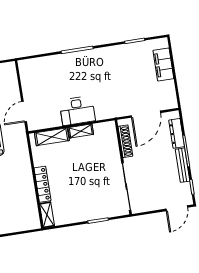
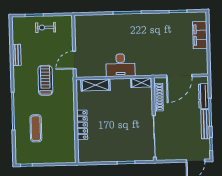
shelving: (81, 131) -> (141, 83), moved
shelving: (47, 215) -> (83, 152), removed

